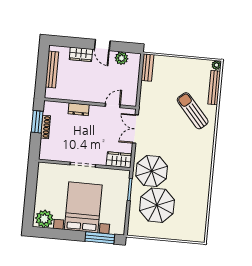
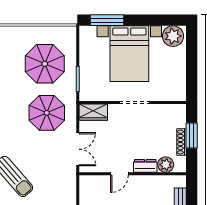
door: (113, 106) -> (119, 174), moved
plant: (61, 109) -> (166, 165), added
window: (37, 122) -> (192, 135), moved
parasol: (152, 171) -> (47, 113), moved

